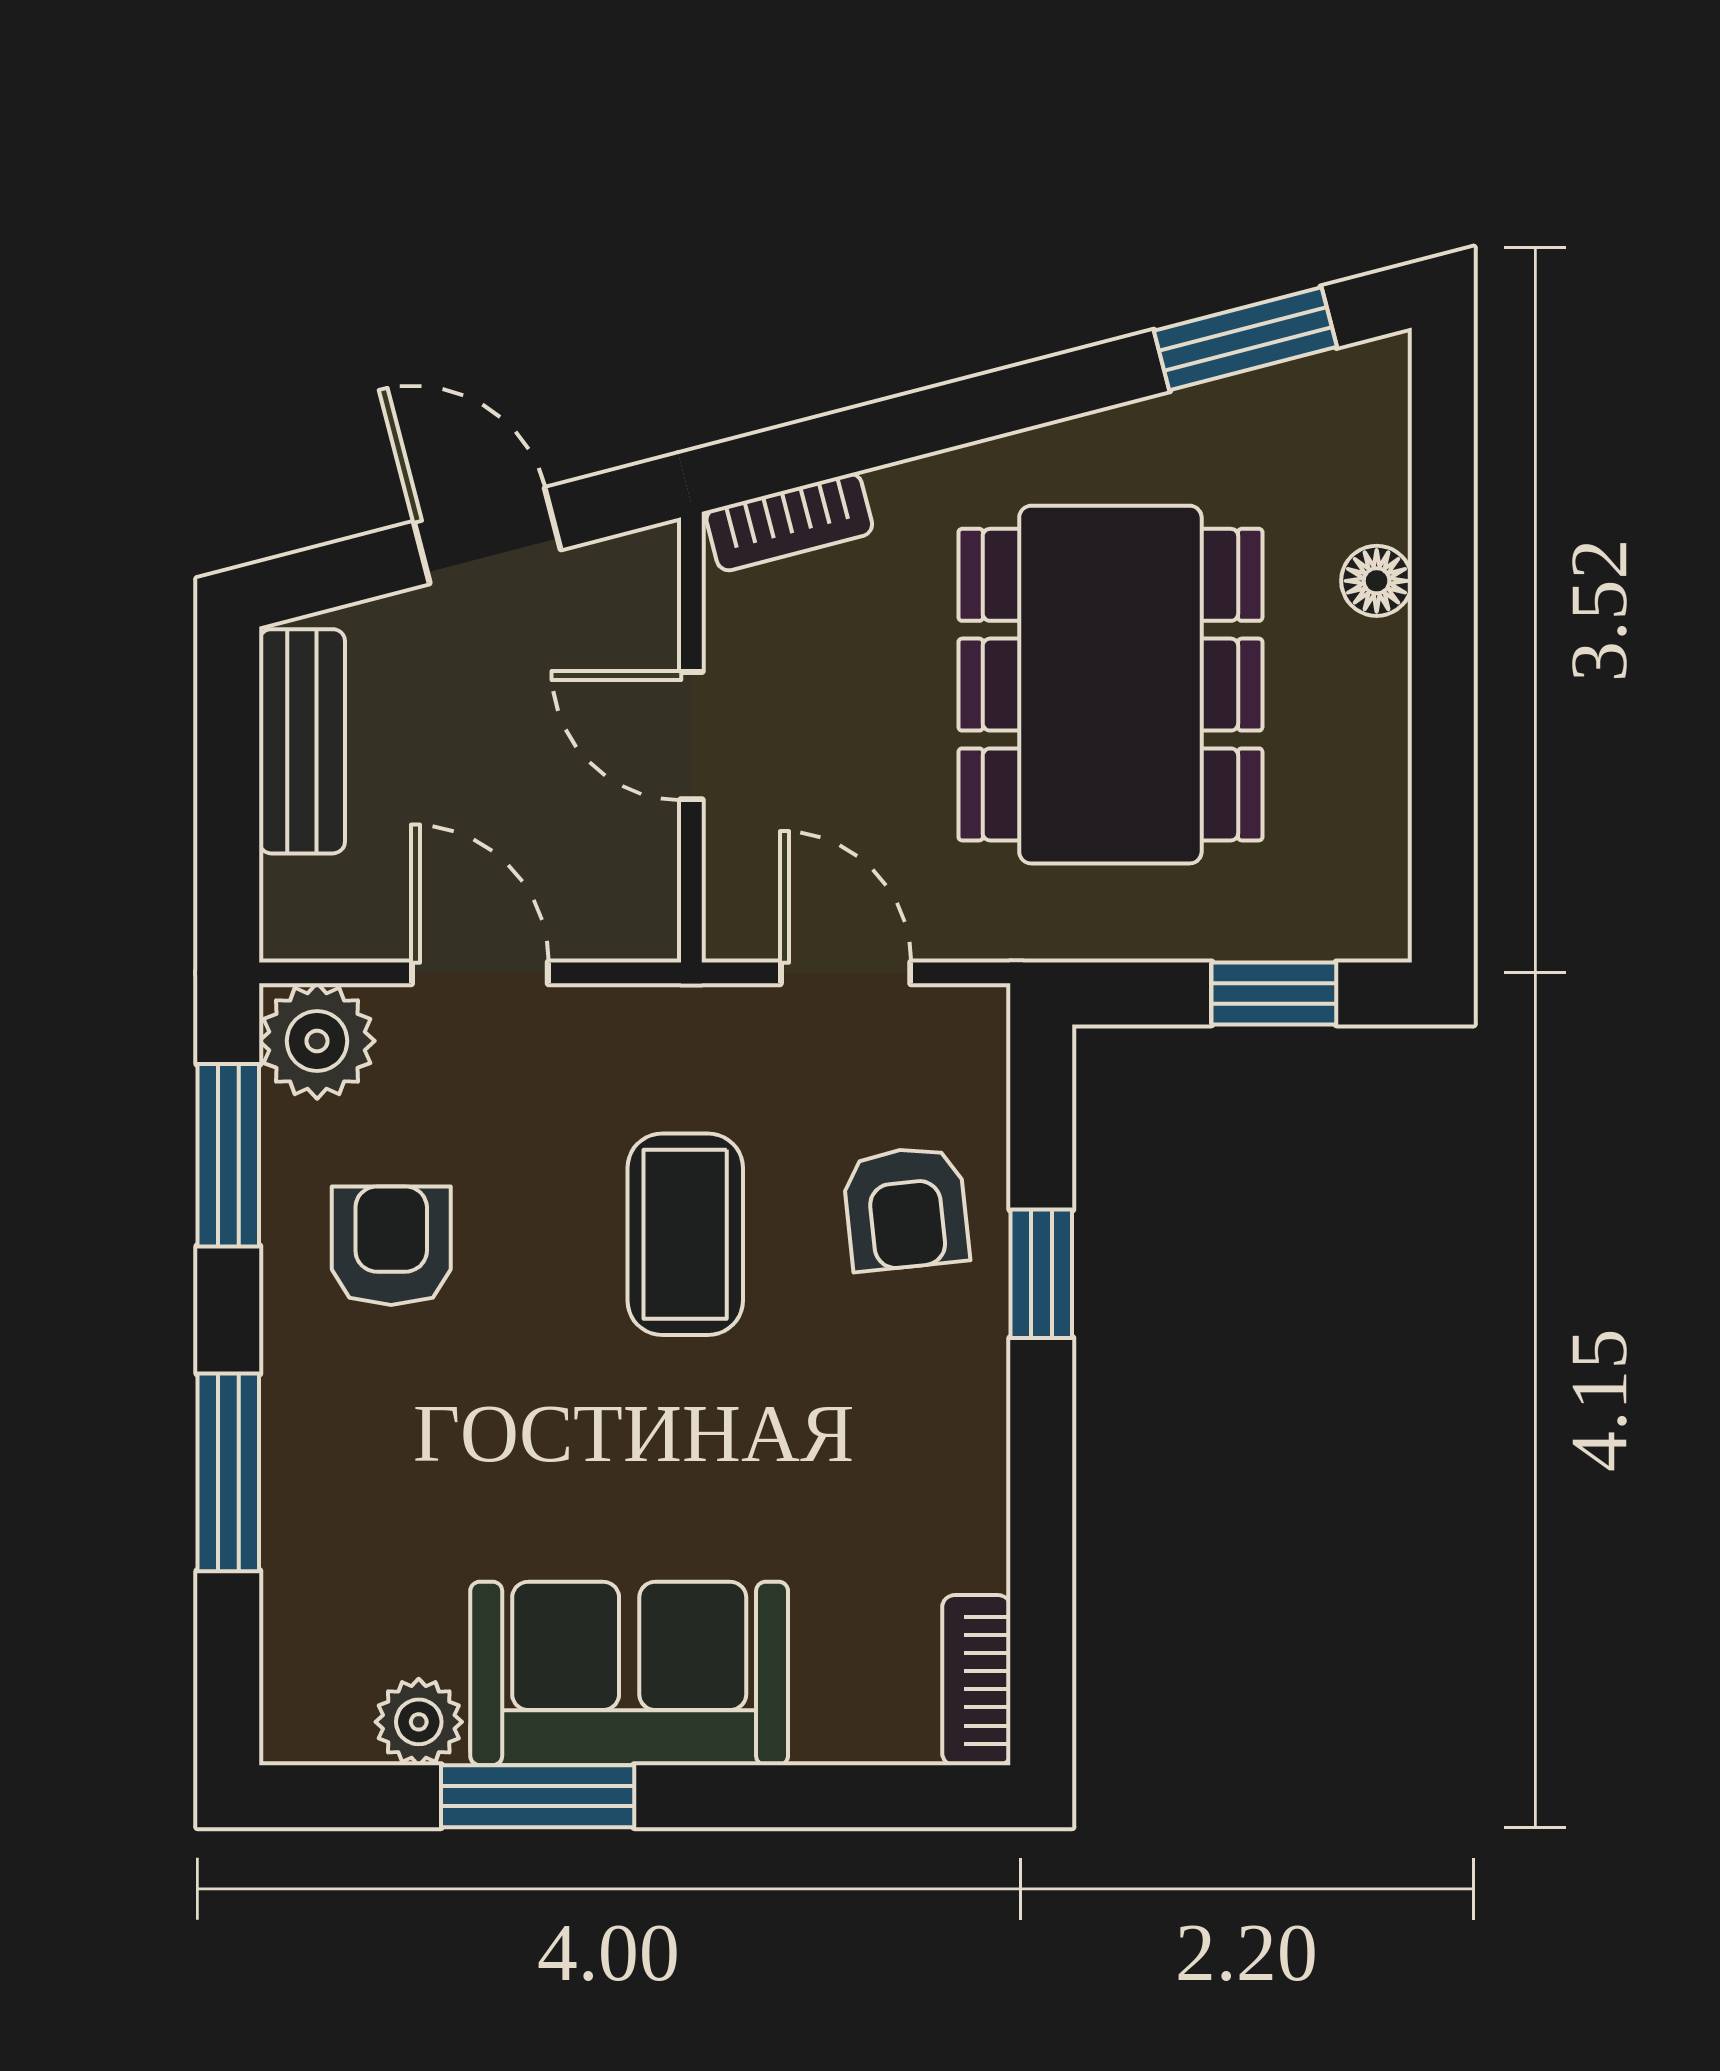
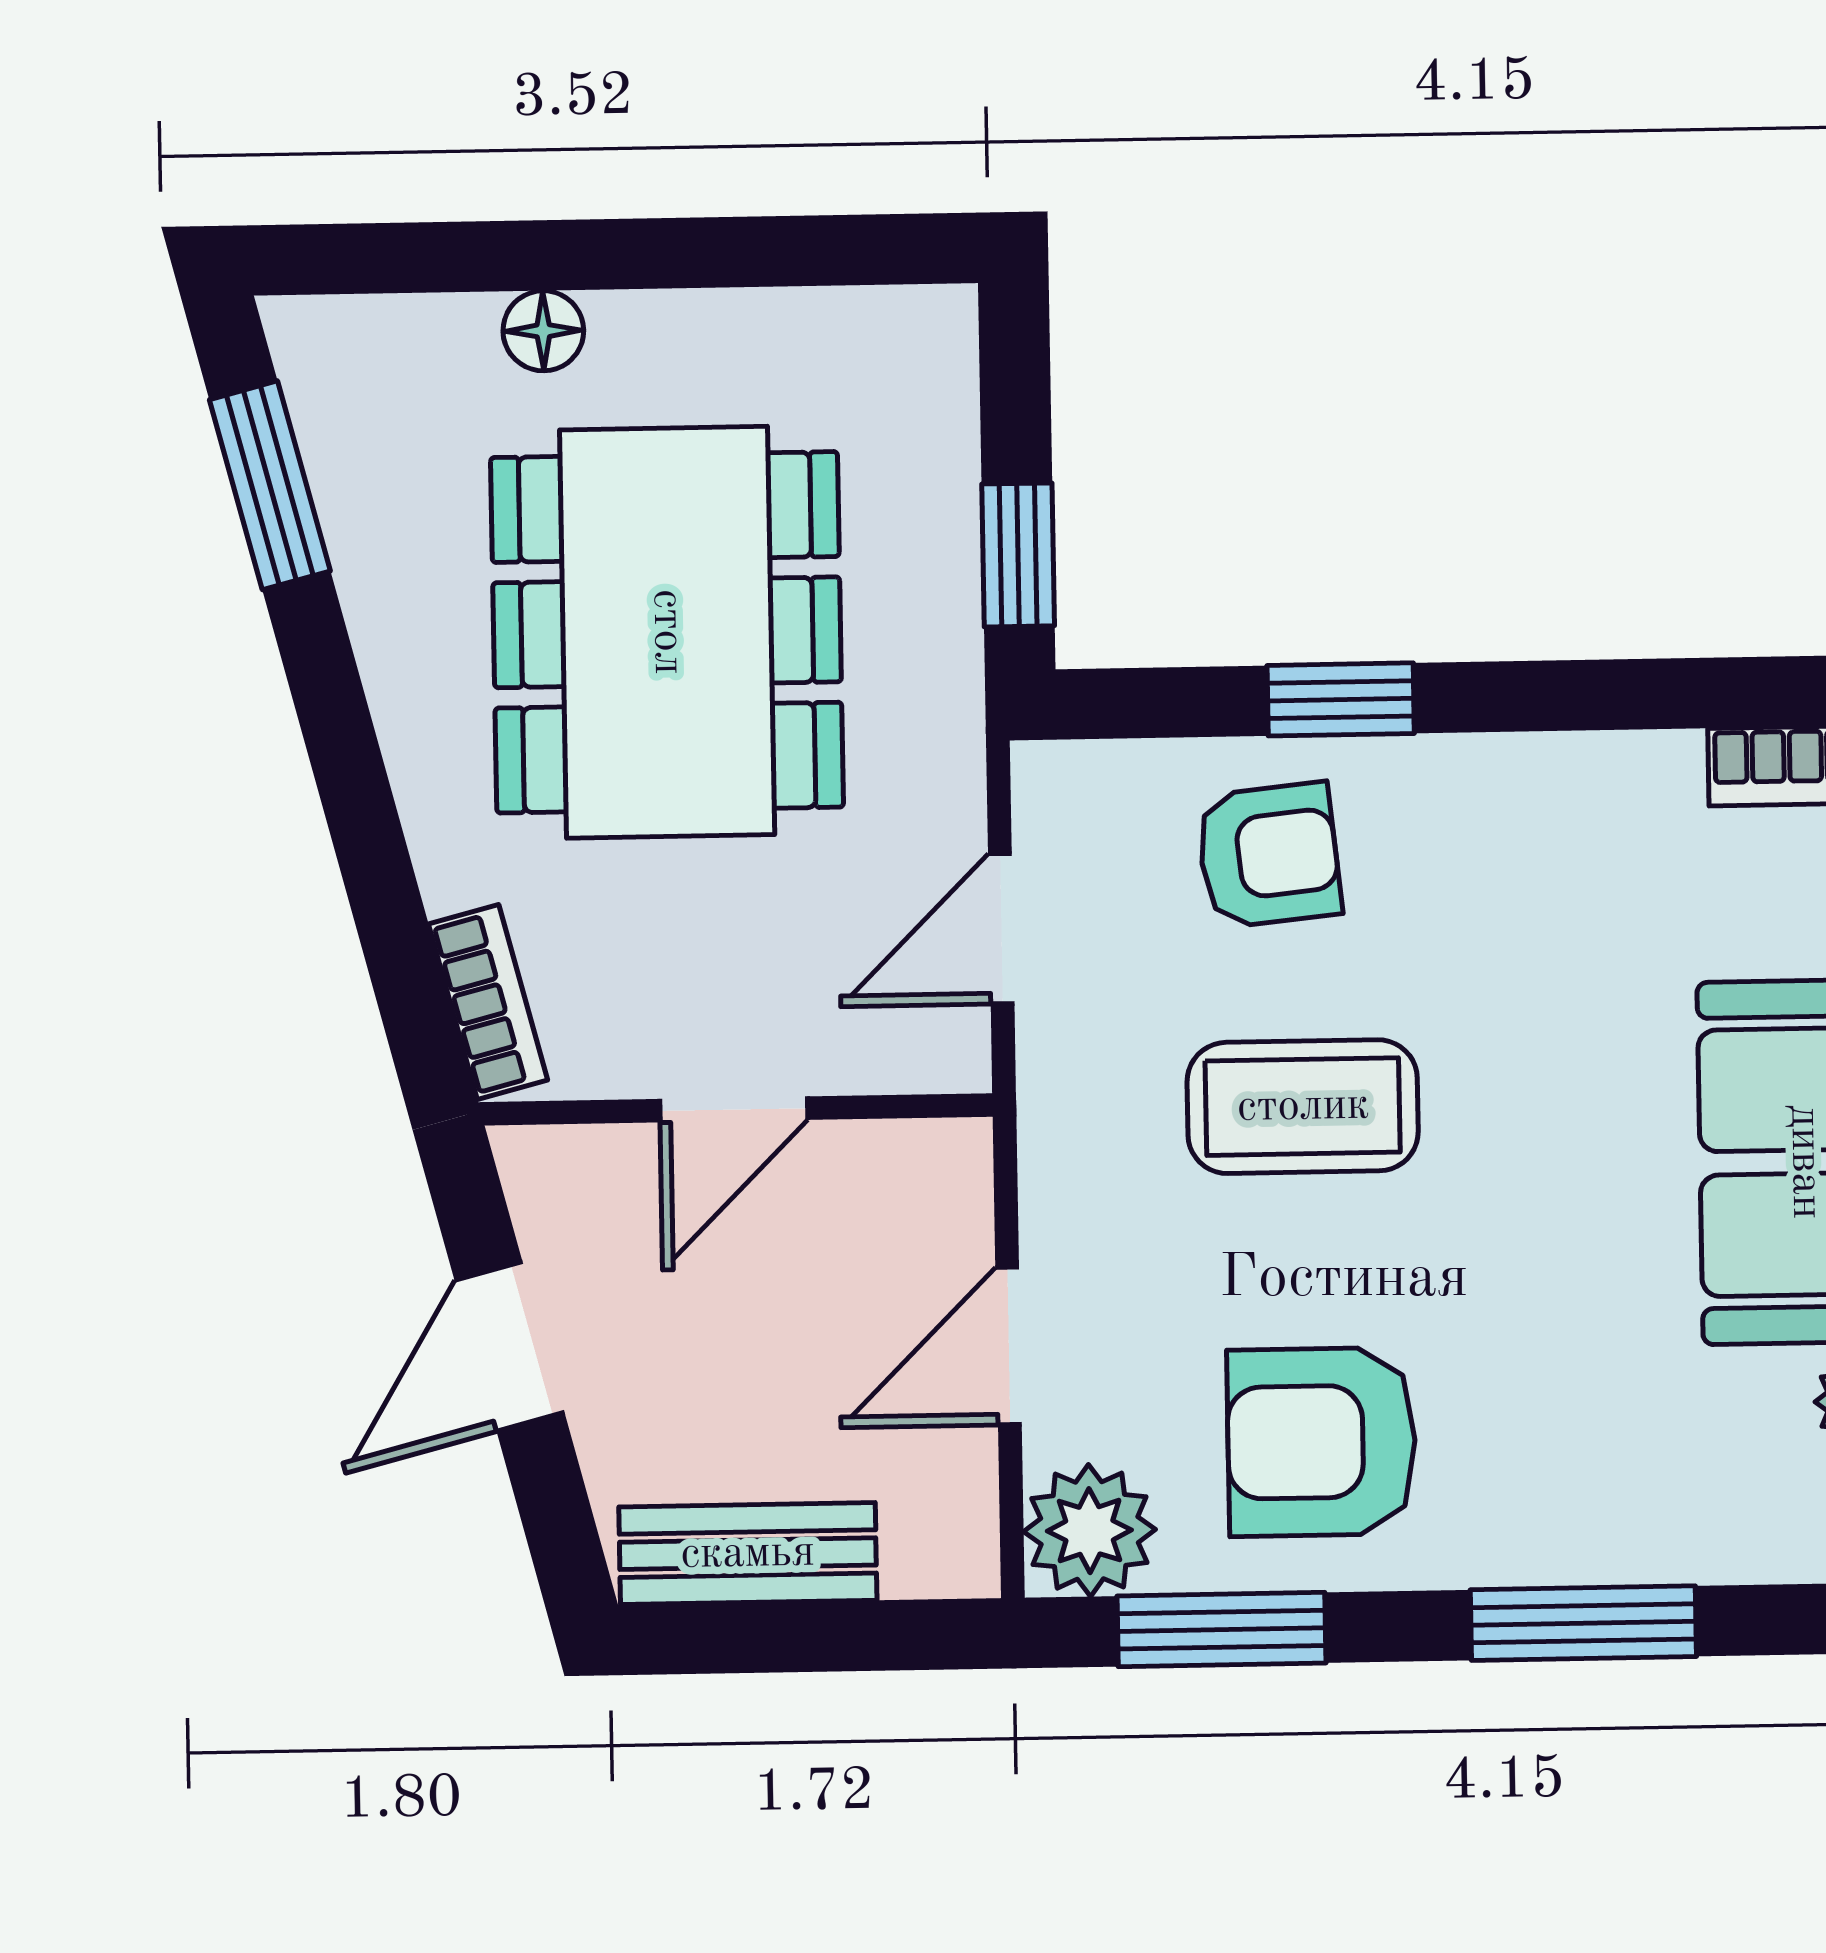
dining table: (1110, 685) -> (667, 632), turned 90
window: (1274, 993) -> (1018, 555), moved
armchair: (391, 1246) -> (1322, 1442), width x1.38, depth x1.38

